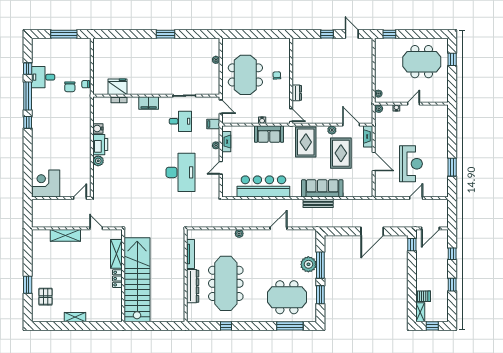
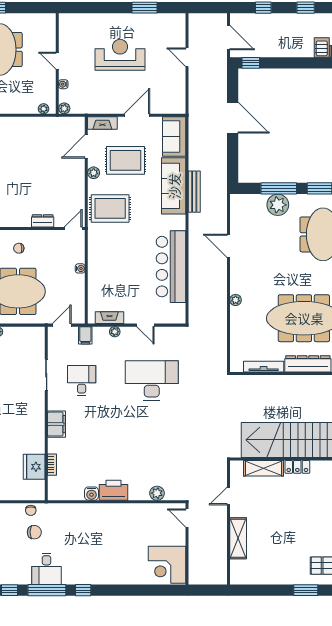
desk: (43, 77) -> (46, 569), moved
sofa: (269, 134) -> (174, 137), moved, turned 180
plant: (98, 161) -> (157, 493), moved
reception desk: (411, 164) -> (120, 55), moved

